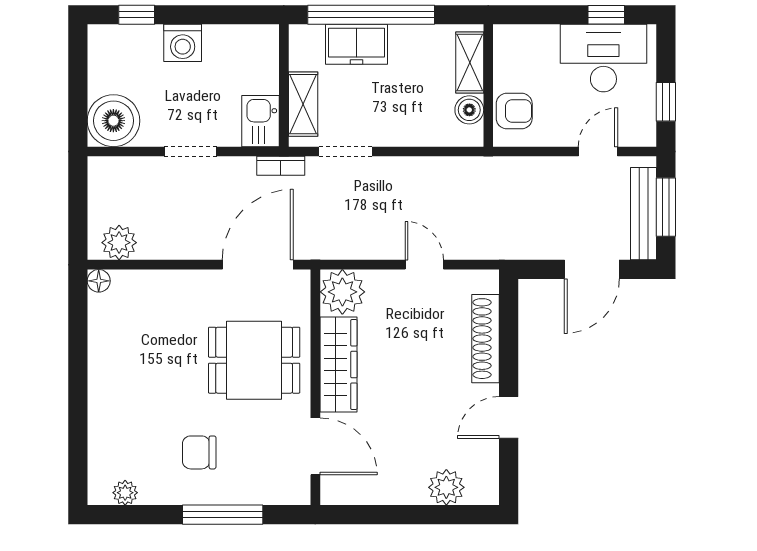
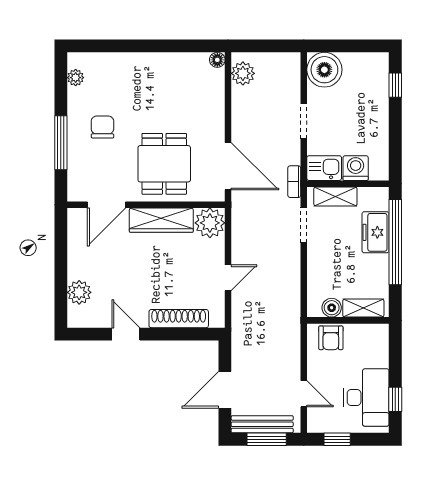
washing machine: (183, 43) -> (356, 168), moved, turned 90
door: (592, 269) -> (225, 390), hinge flipped

